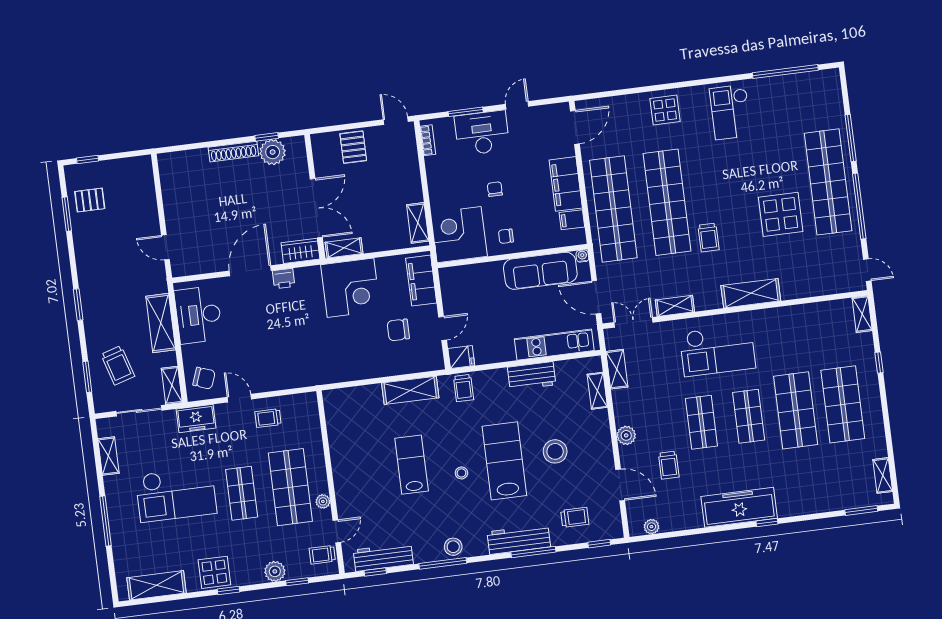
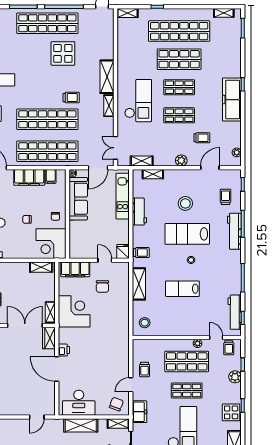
shelving: (675, 306) -> (109, 106), moved
shop shelf: (843, 404) -> (179, 31), width x1.40
stool: (453, 547) -> (145, 323), moved

